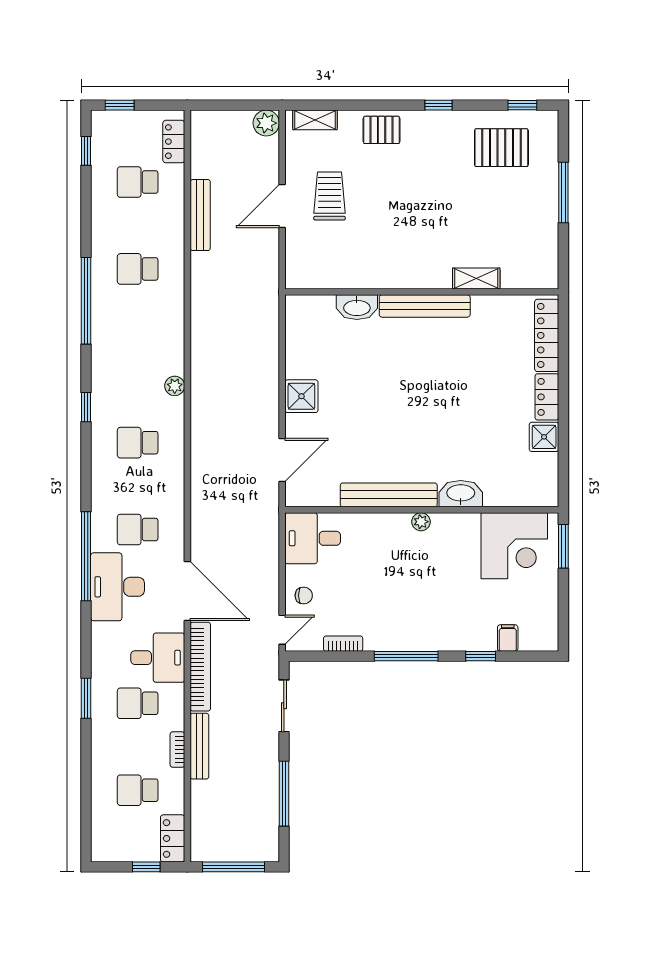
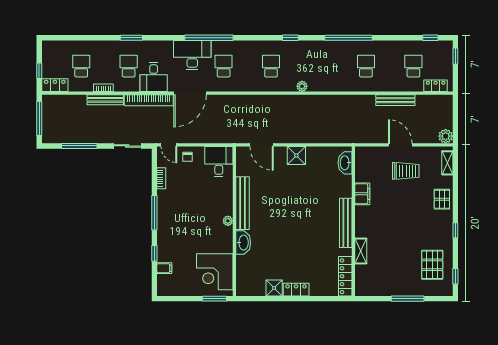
filing cabinet: (372, 276) -> (362, 194), added
washbasin: (357, 307) -> (345, 163), moved
locker: (547, 335) -> (345, 276), moved, turned -90

